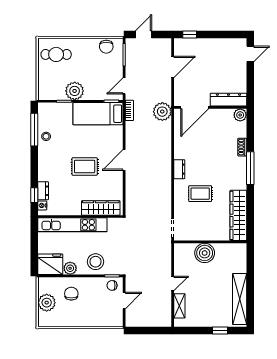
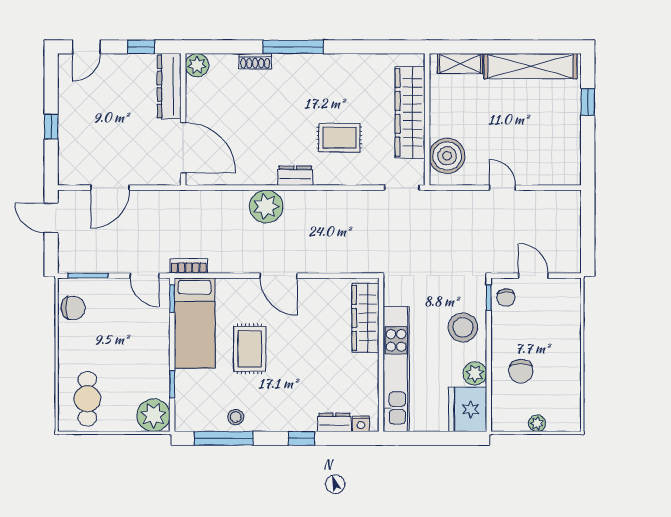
door: (143, 35) -> (51, 218), moved
window: (190, 35) -> (51, 127), moved
door: (250, 54) -> (86, 47), swing flipped
door: (173, 67) -> (110, 188), swing flipped
window: (250, 84) -> (141, 47), added
plant: (75, 91) -> (153, 415), moved
plant: (162, 112) -> (266, 206), moved
rug: (85, 166) -> (250, 349), moved
rug: (200, 194) -> (339, 138), turned 90
window: (34, 195) -> (301, 438), moved
wardrobe: (238, 215) -> (410, 112), moved, turned 90
boiler: (205, 253) -> (447, 156), moved
chair: (71, 294) -> (521, 371), turned -90
plant: (47, 303) -> (537, 423), width x0.53, depth x0.53
shelving: (179, 306) -> (460, 64), moved

